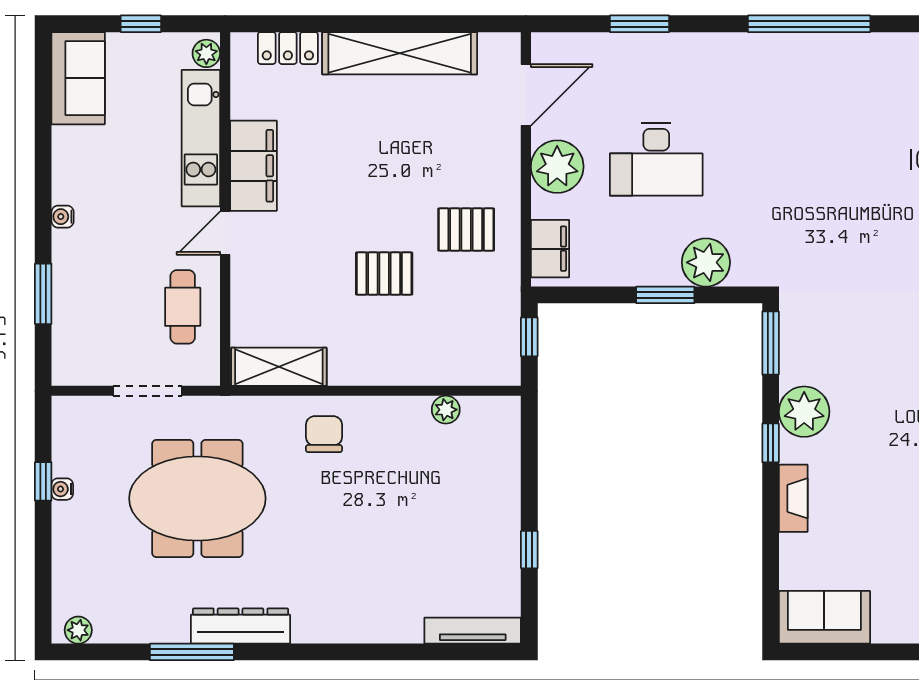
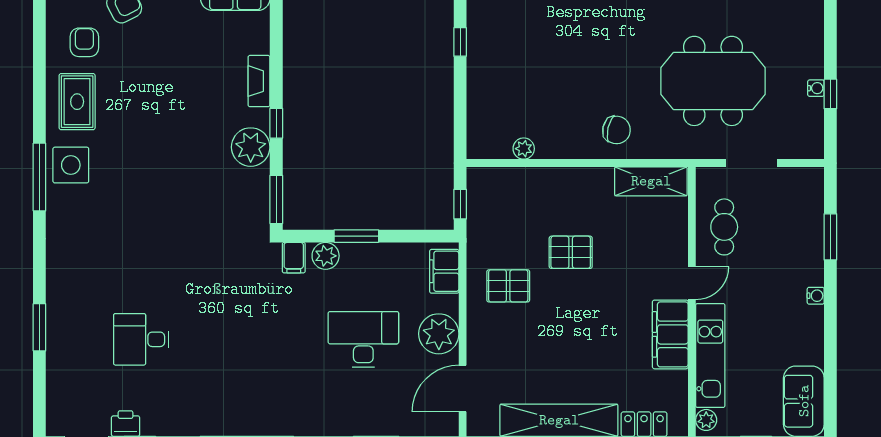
plant: (706, 262) -> (326, 256), width x0.73, depth x0.73
filing cabinet: (748, 267) -> (294, 258), added
chair: (324, 434) -> (617, 130), turned -77

